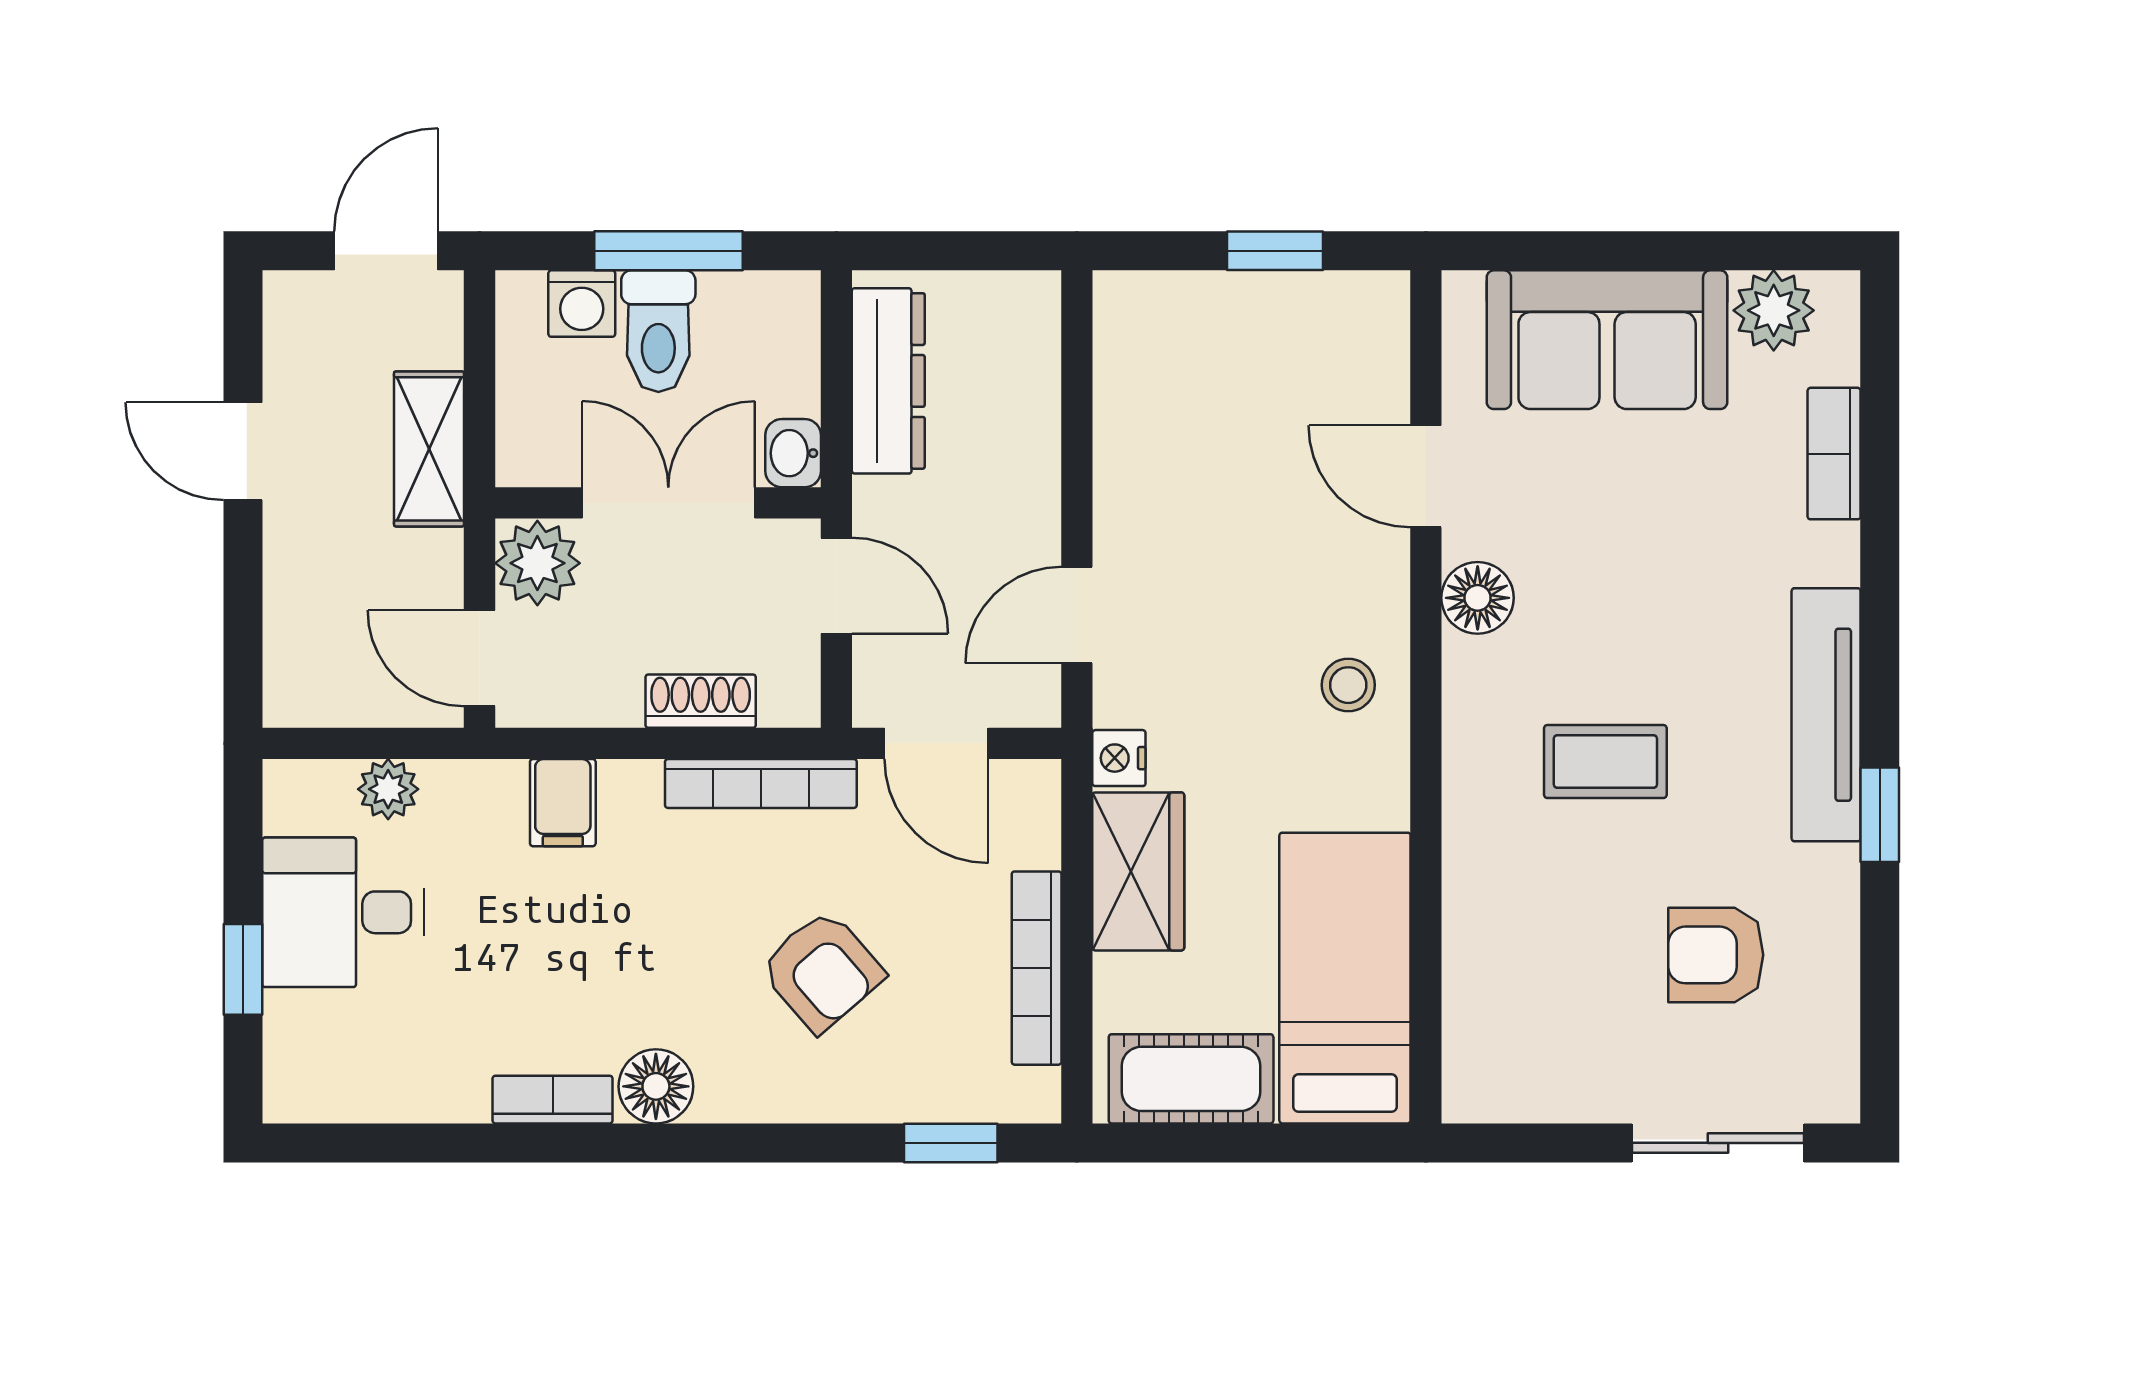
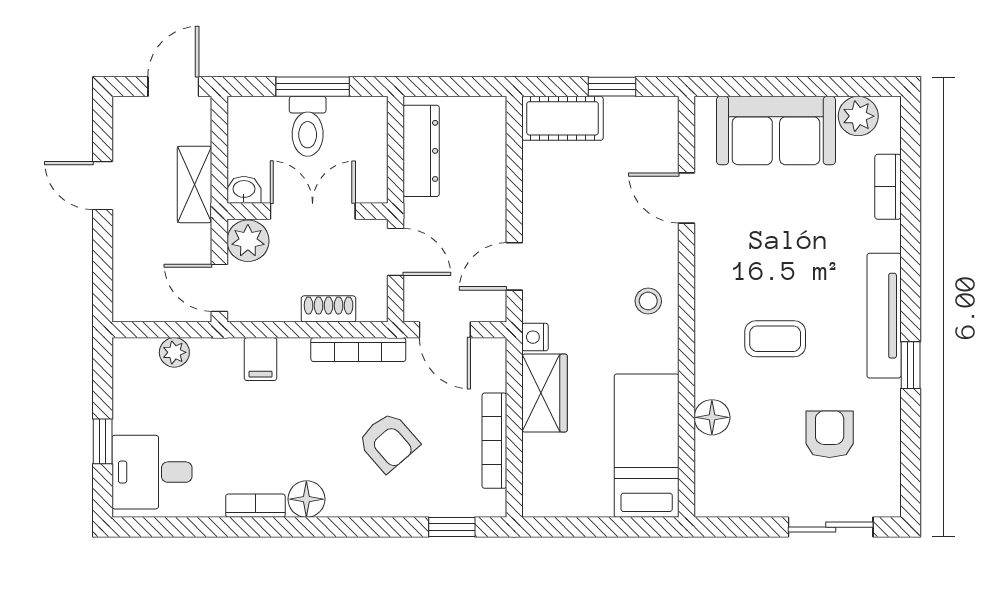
washing machine: (582, 304) -> (270, 113), removed
washbasin: (793, 453) -> (244, 190), moved, turned 90
floor lamp: (1478, 598) -> (712, 417), moved
desk: (343, 912) -> (152, 472), moved
armchair: (1716, 955) -> (830, 434), turned 90
cot: (1191, 1079) -> (563, 118), moved

